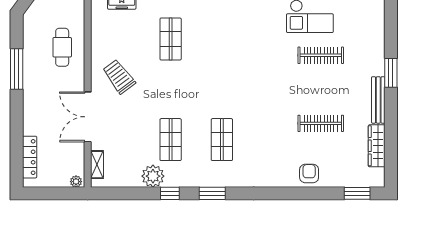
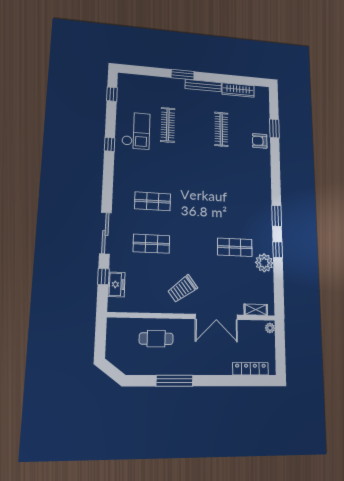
shop shelf: (222, 140) -> (153, 201), moved
window: (357, 193) -> (274, 128), moved

